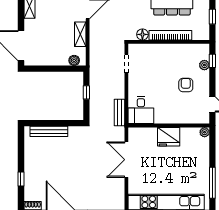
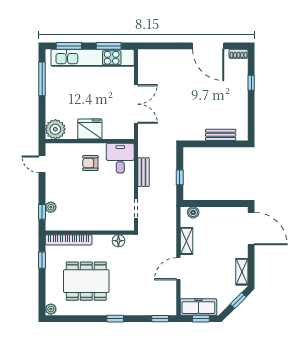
bookcase: (170, 35) -> (69, 240), moved
armchair: (186, 85) -> (90, 163), moved, turned 90
bench: (120, 113) -> (144, 172), moved
bench: (49, 131) -> (221, 135), width x0.73
plant: (205, 132) -> (55, 129), width x1.87, depth x1.87

